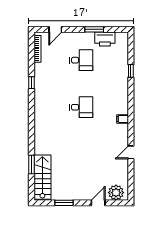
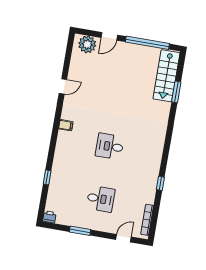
printer: (105, 39) -> (49, 217), moved, width x0.53, depth x0.68
desk: (81, 60) -> (101, 199), turned 180
window: (64, 203) -> (147, 43), width x2.11

